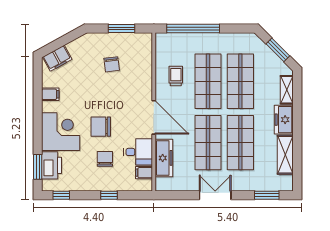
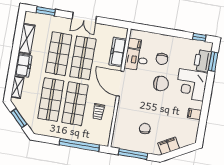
window: (122, 29) -> (133, 154), width x1.44
filing cabinet: (57, 58) -> (169, 146), moved
window: (109, 195) -> (163, 31), removed

